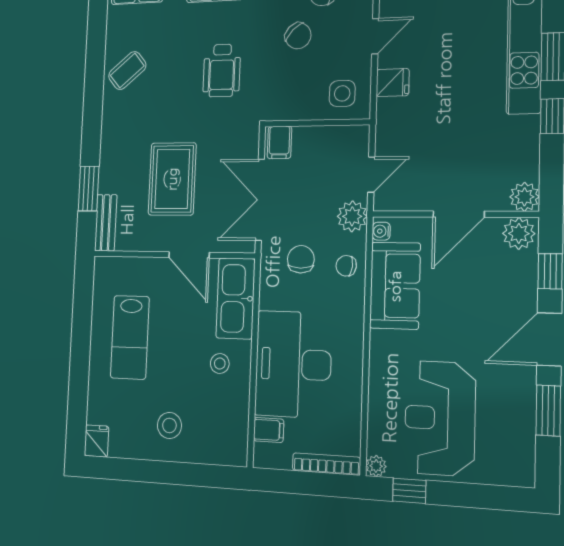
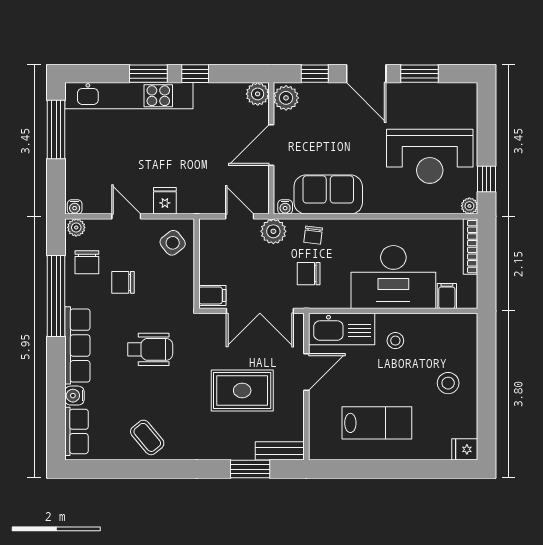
chair: (298, 36) -> (123, 282), turned -135
side table: (342, 93) -> (173, 243), turned -38
door: (459, 214) -> (271, 145), swing flipped

